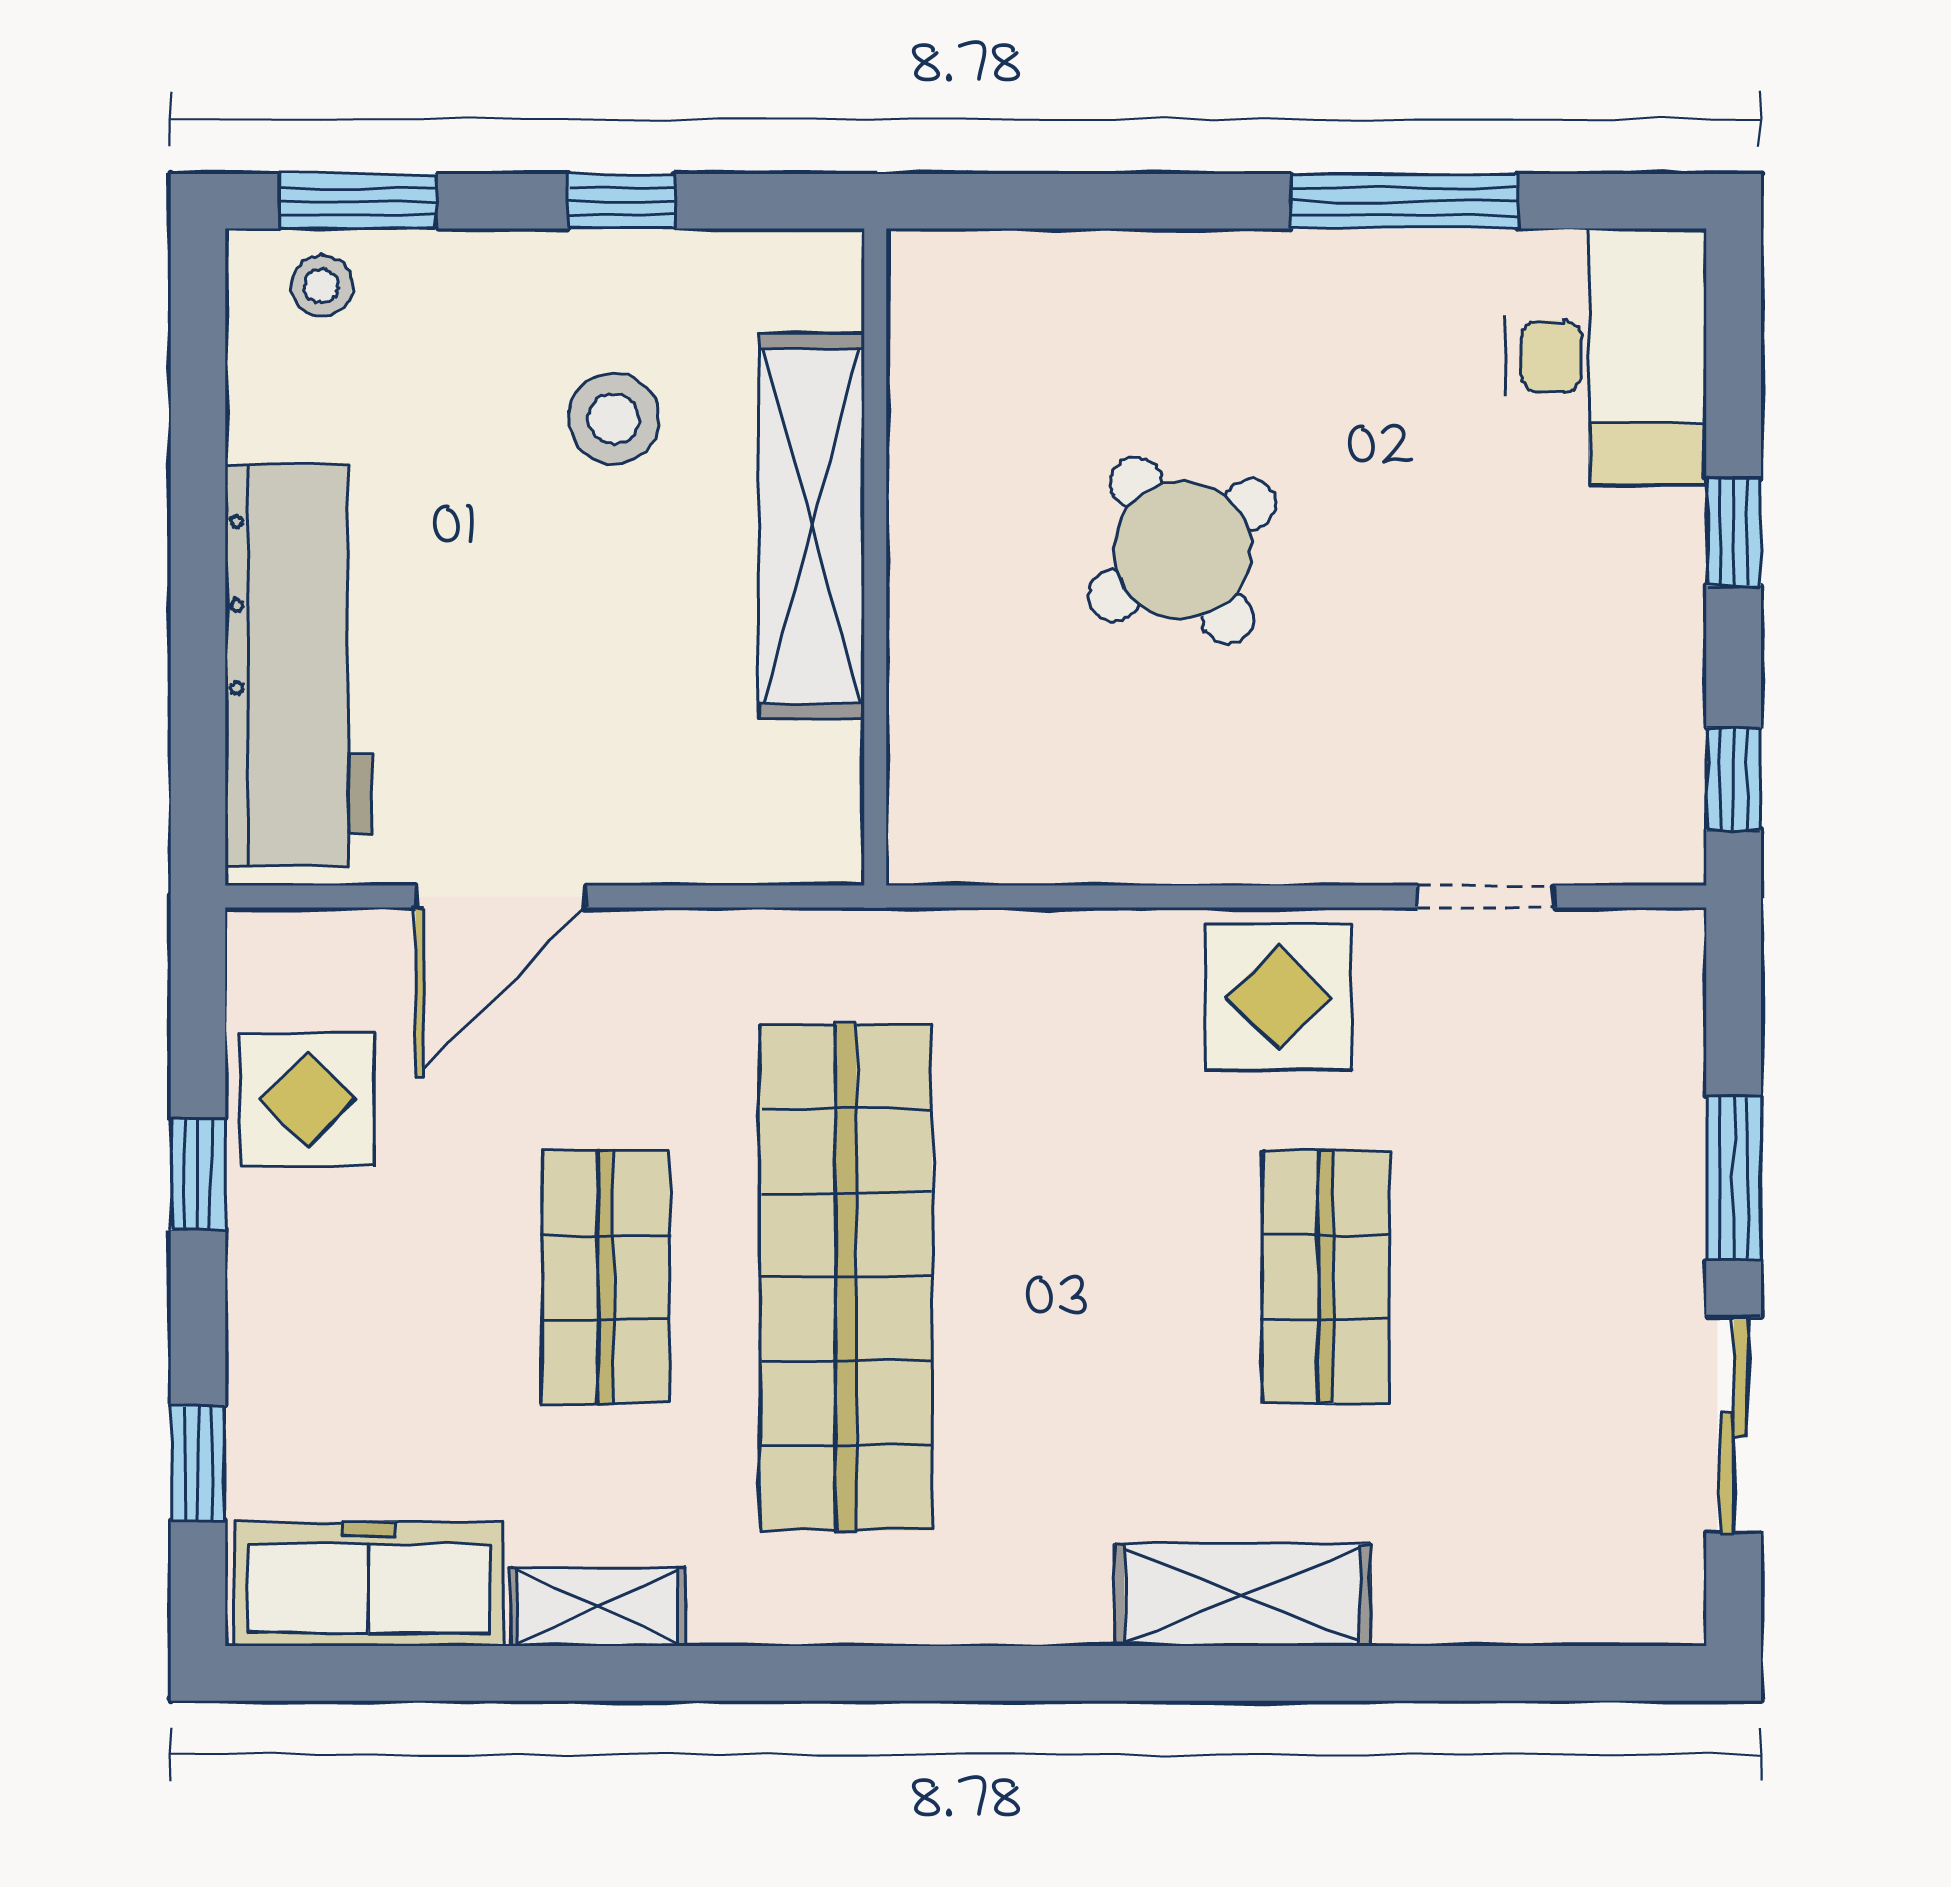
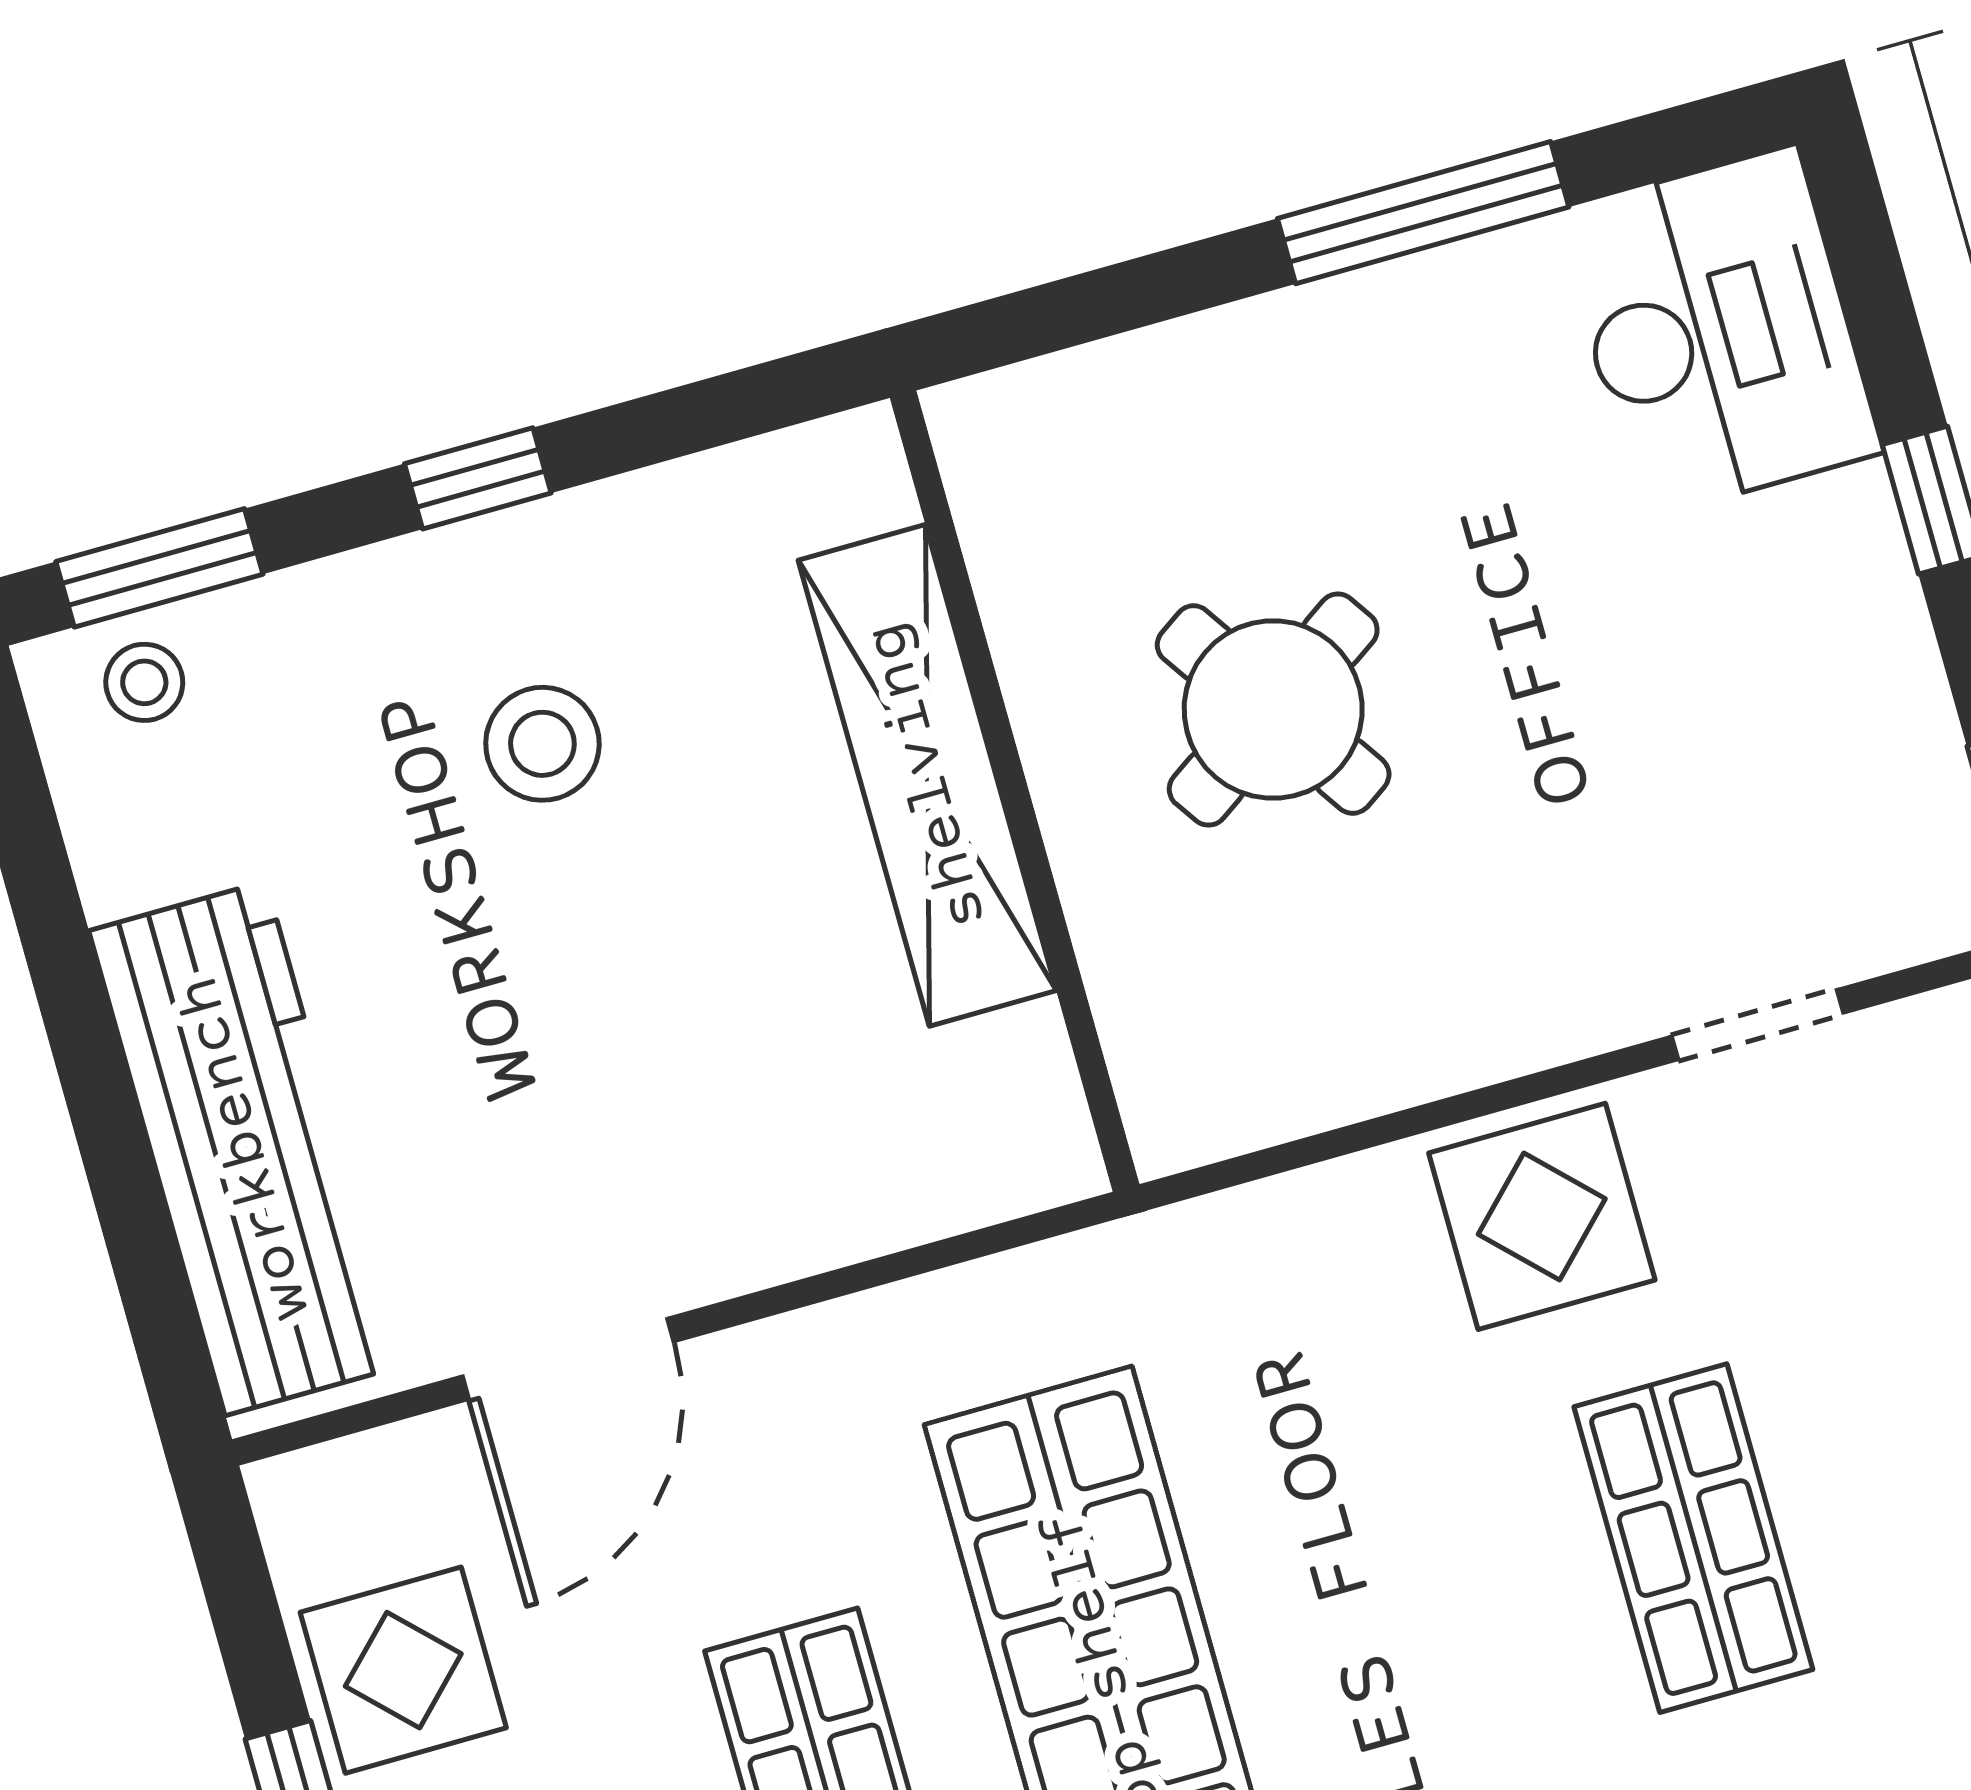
shelving: (812, 526) -> (927, 775), moved
wall: (875, 557) -> (1014, 791), moved

